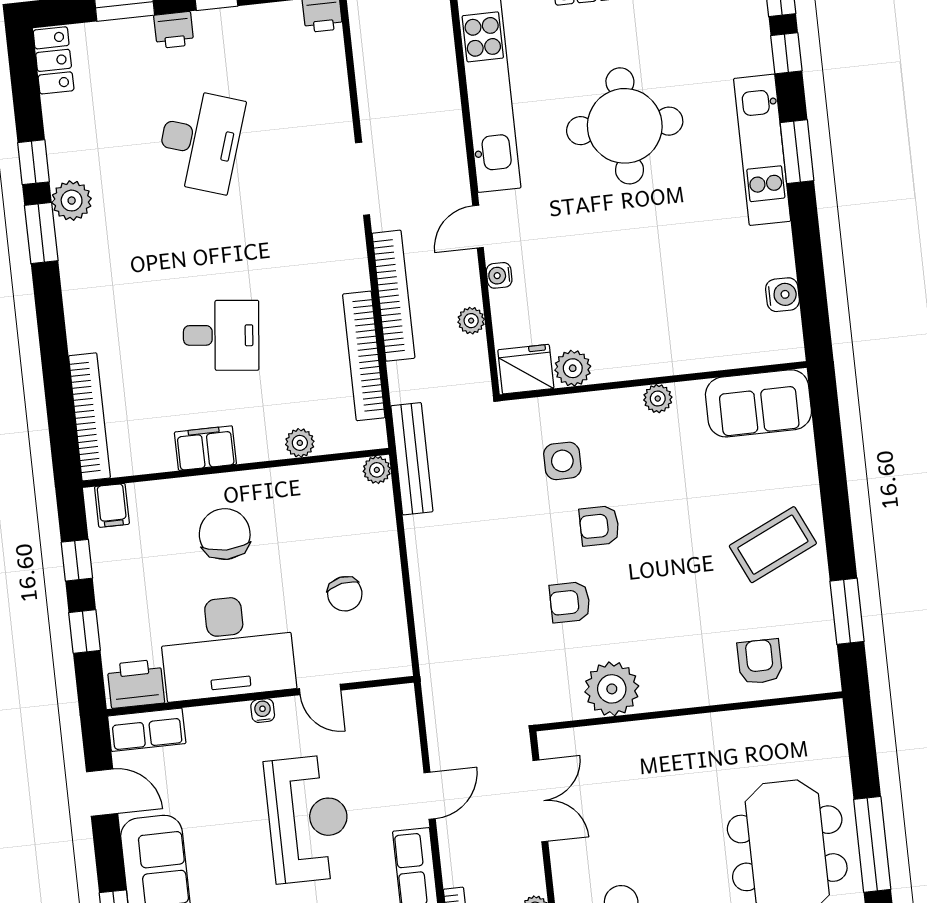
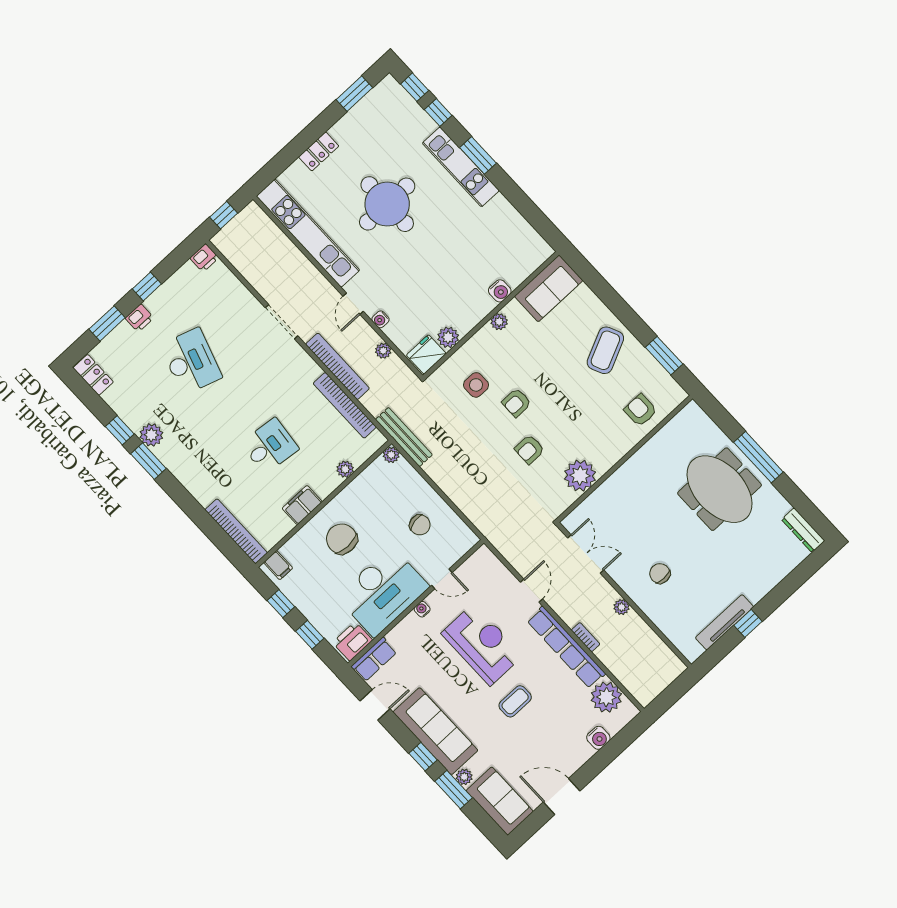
water cooler: (782, 295) -> (500, 291), moved, turned 90

